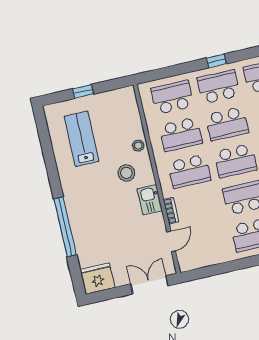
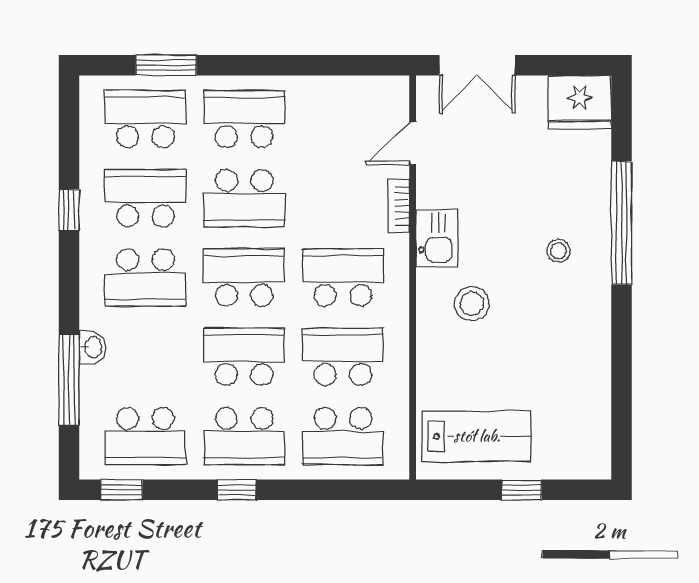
lab bench: (82, 139) -> (477, 436), moved, turned -90
stool: (138, 146) -> (559, 251), moved

